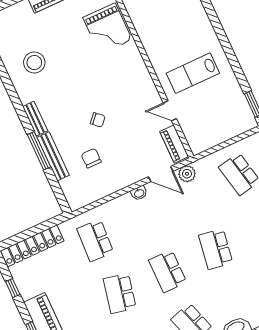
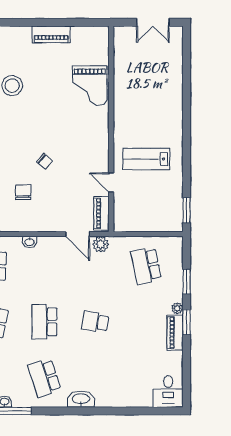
washbasin: (139, 193) -> (30, 242), moved
school desk: (216, 249) -> (95, 322), width x0.54

